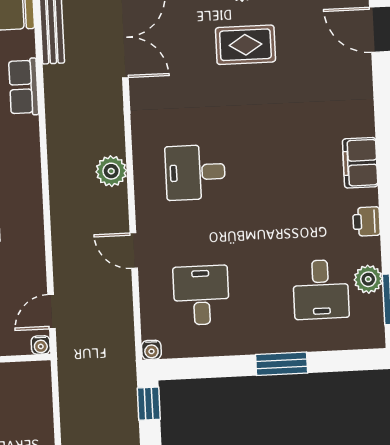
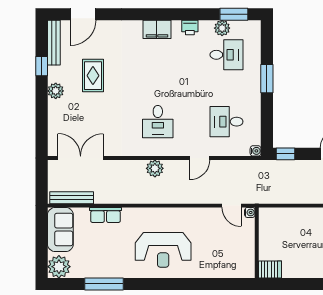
rug: (245, 45) -> (93, 76), moved

